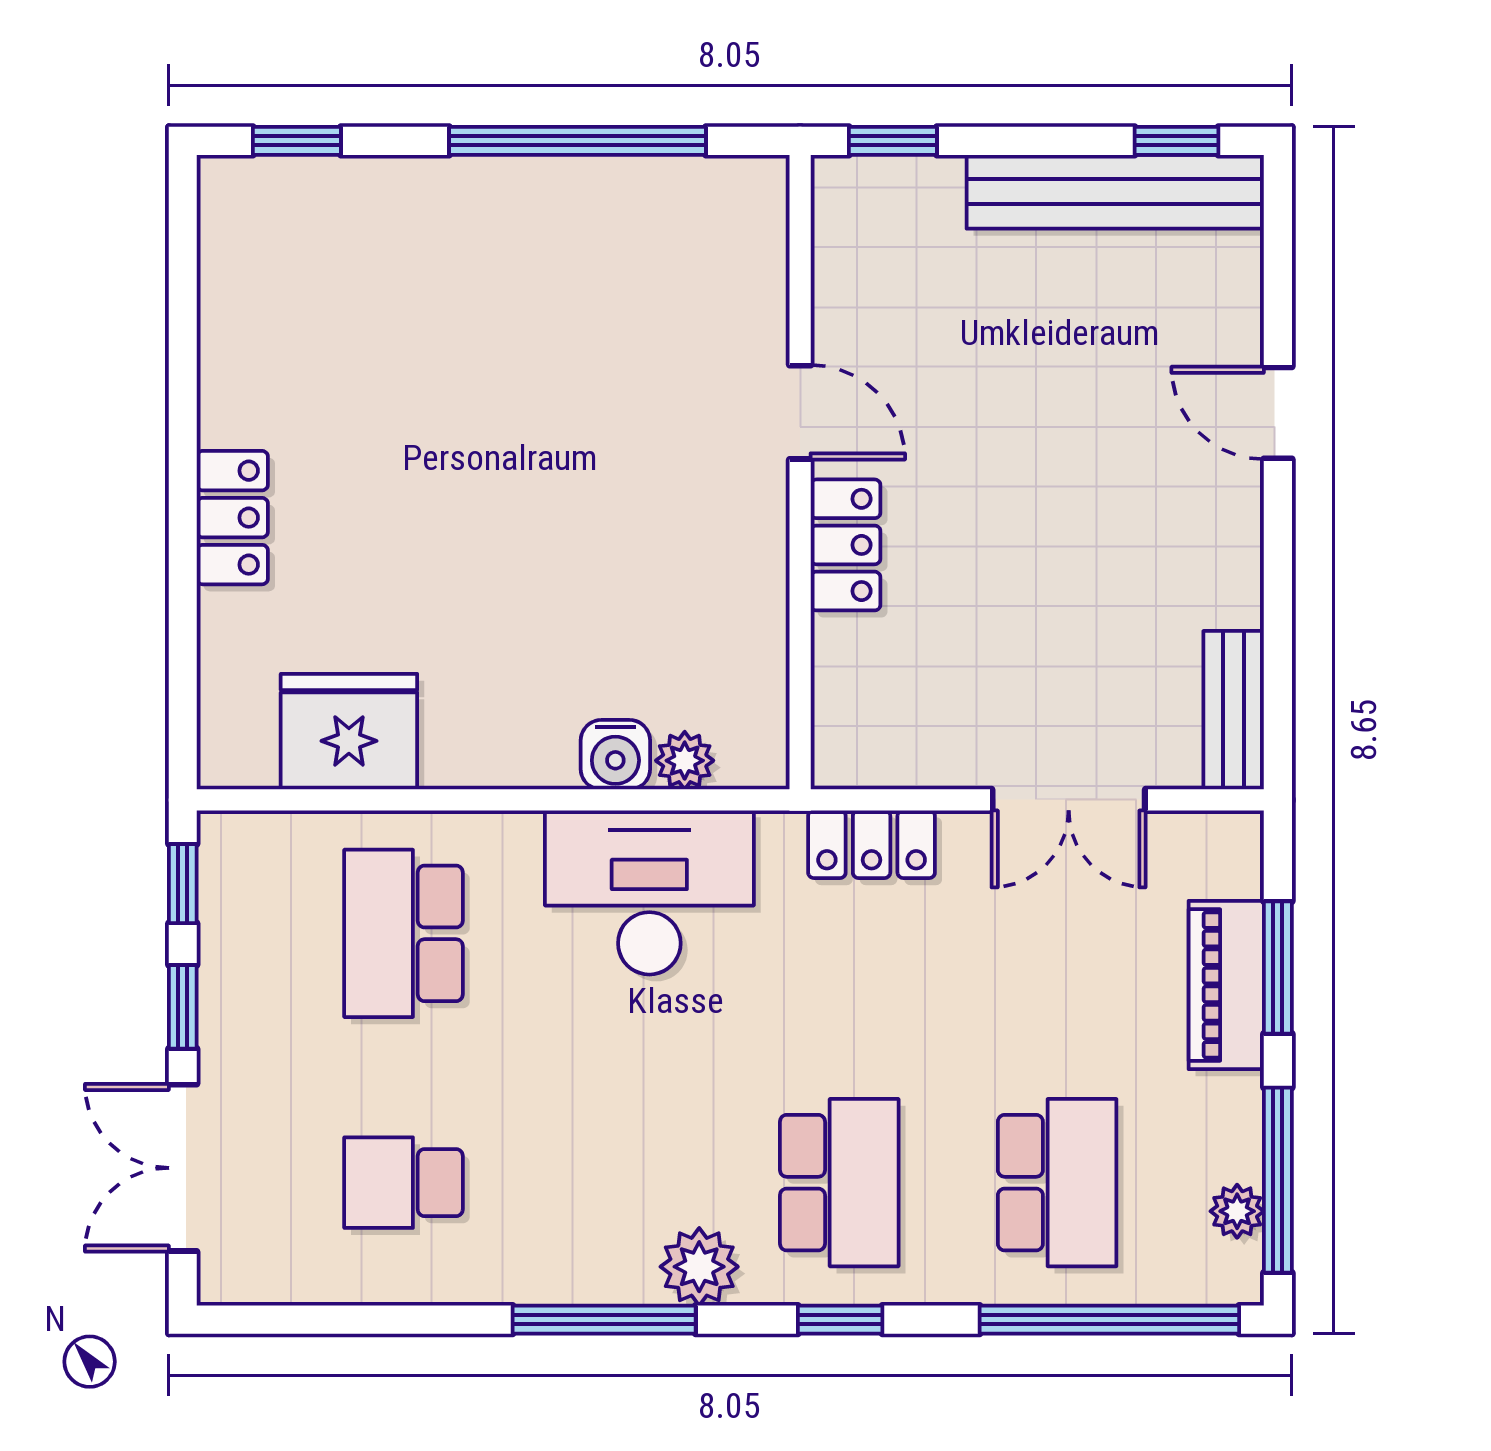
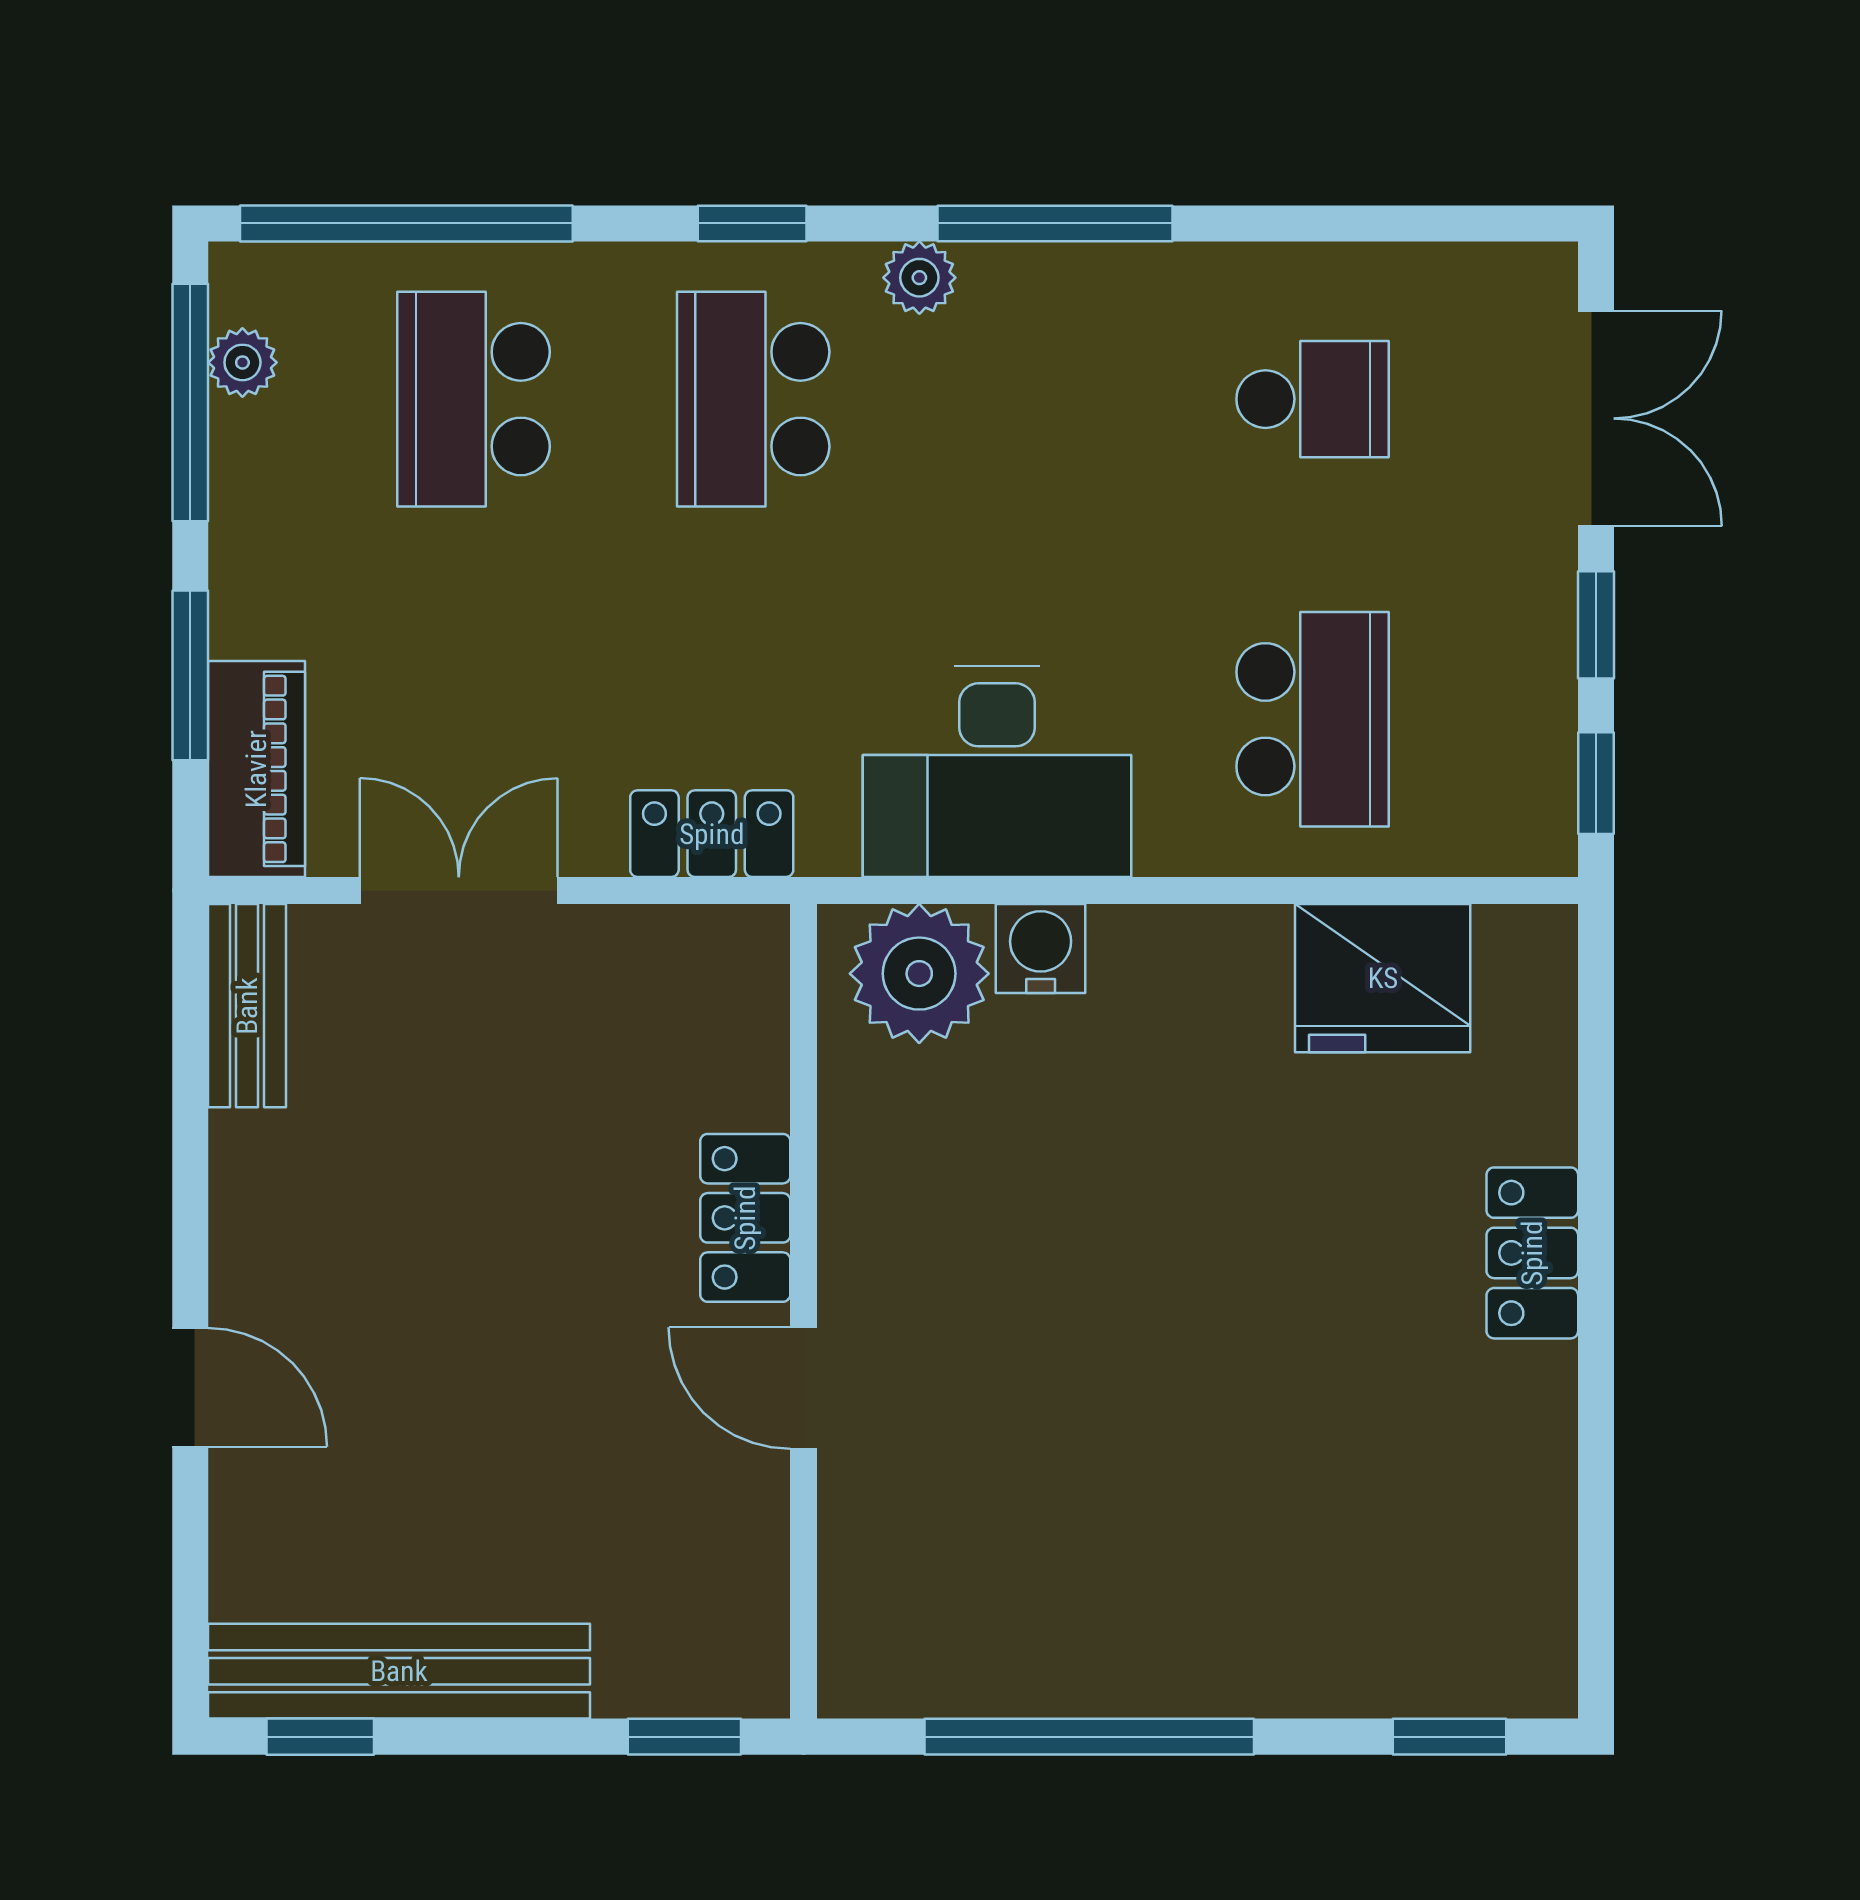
plant: (685, 761) -> (919, 974), width x1.87, depth x1.87
piano: (1226, 985) -> (256, 769), moved
plant: (699, 1267) -> (919, 278), width x0.73, depth x0.73

